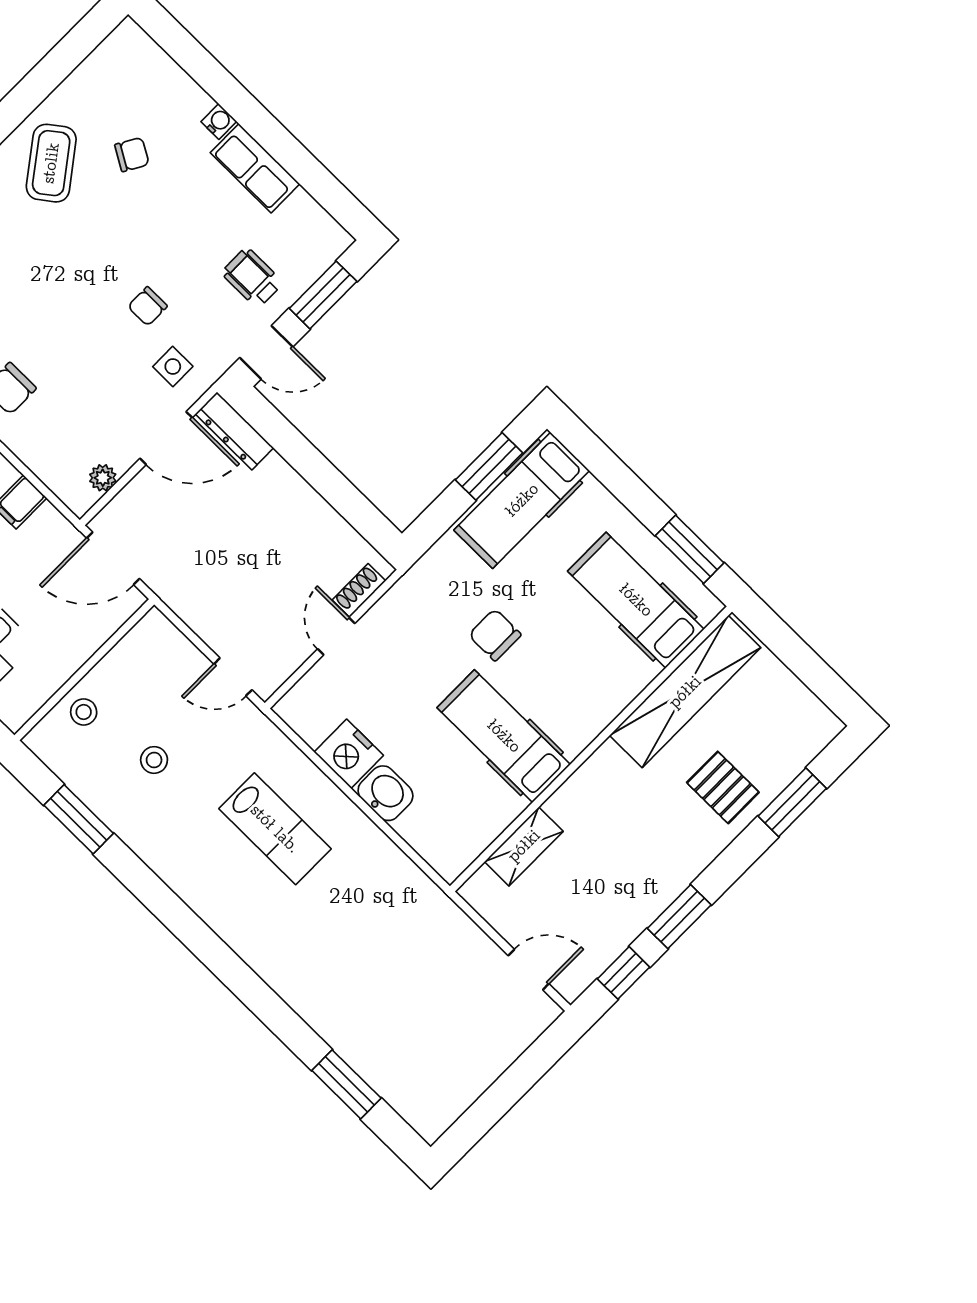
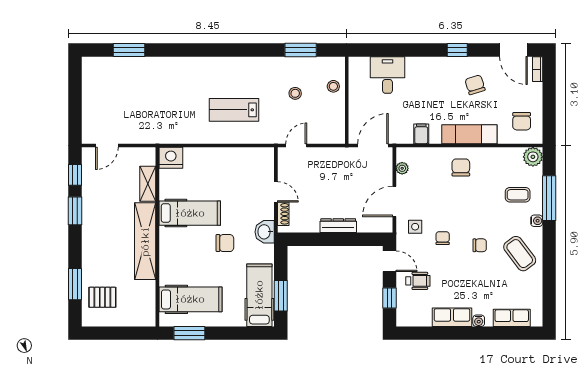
row of seats: (163, 75) -> (512, 318), added
chair: (132, 154) -> (480, 245), moved, turned -120
window: (323, 295) -> (389, 298), width x0.67
door: (266, 352) -> (389, 261), swing flipped
dresser: (234, 431) -> (338, 226), moved
shelving: (685, 692) -> (145, 241), moved
nightstand: (349, 754) -> (171, 158), moved
pallet: (723, 787) -> (102, 297), moved
washbasin: (385, 793) -> (265, 232), moved, turned 90

